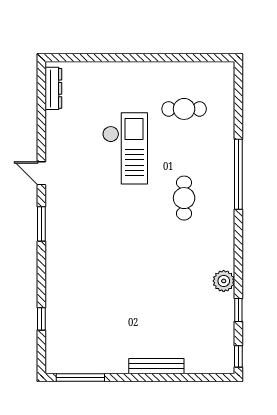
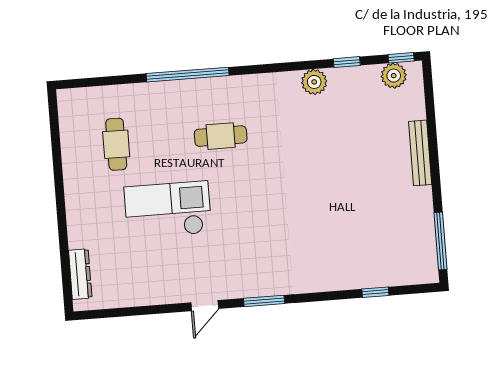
dresser: (53, 88) -> (80, 274), moved, turned 90
plant: (224, 349) -> (394, 76), added

